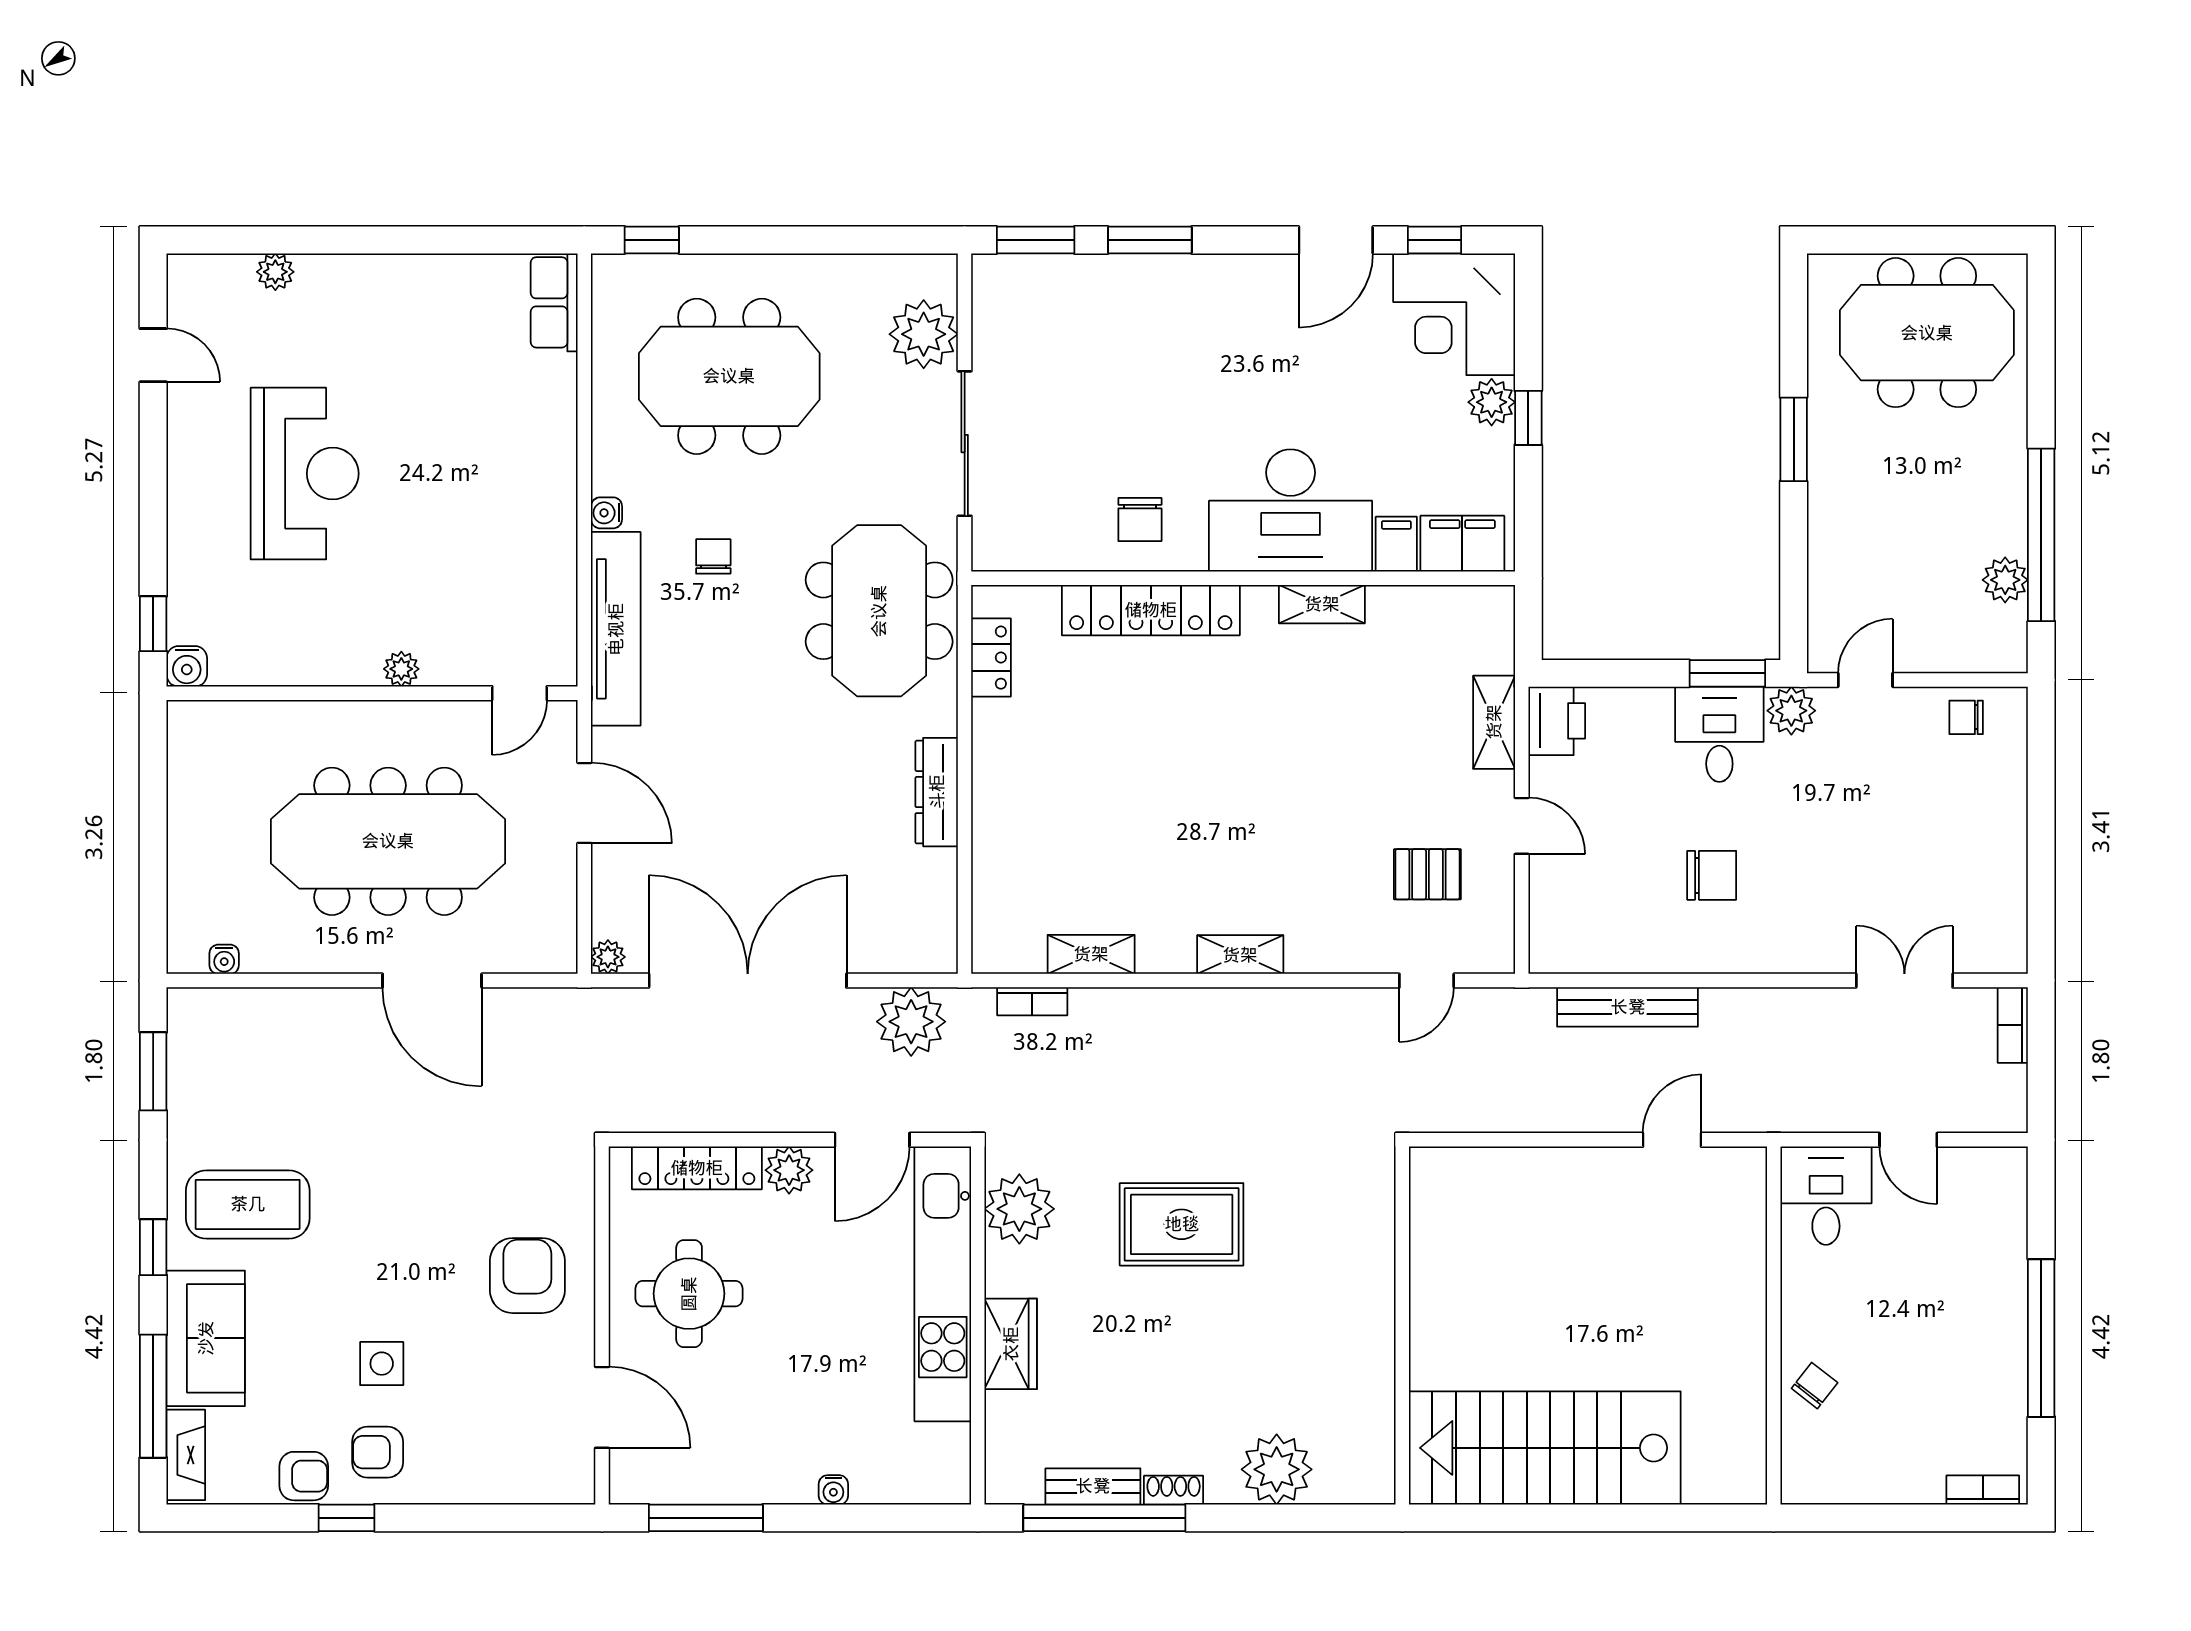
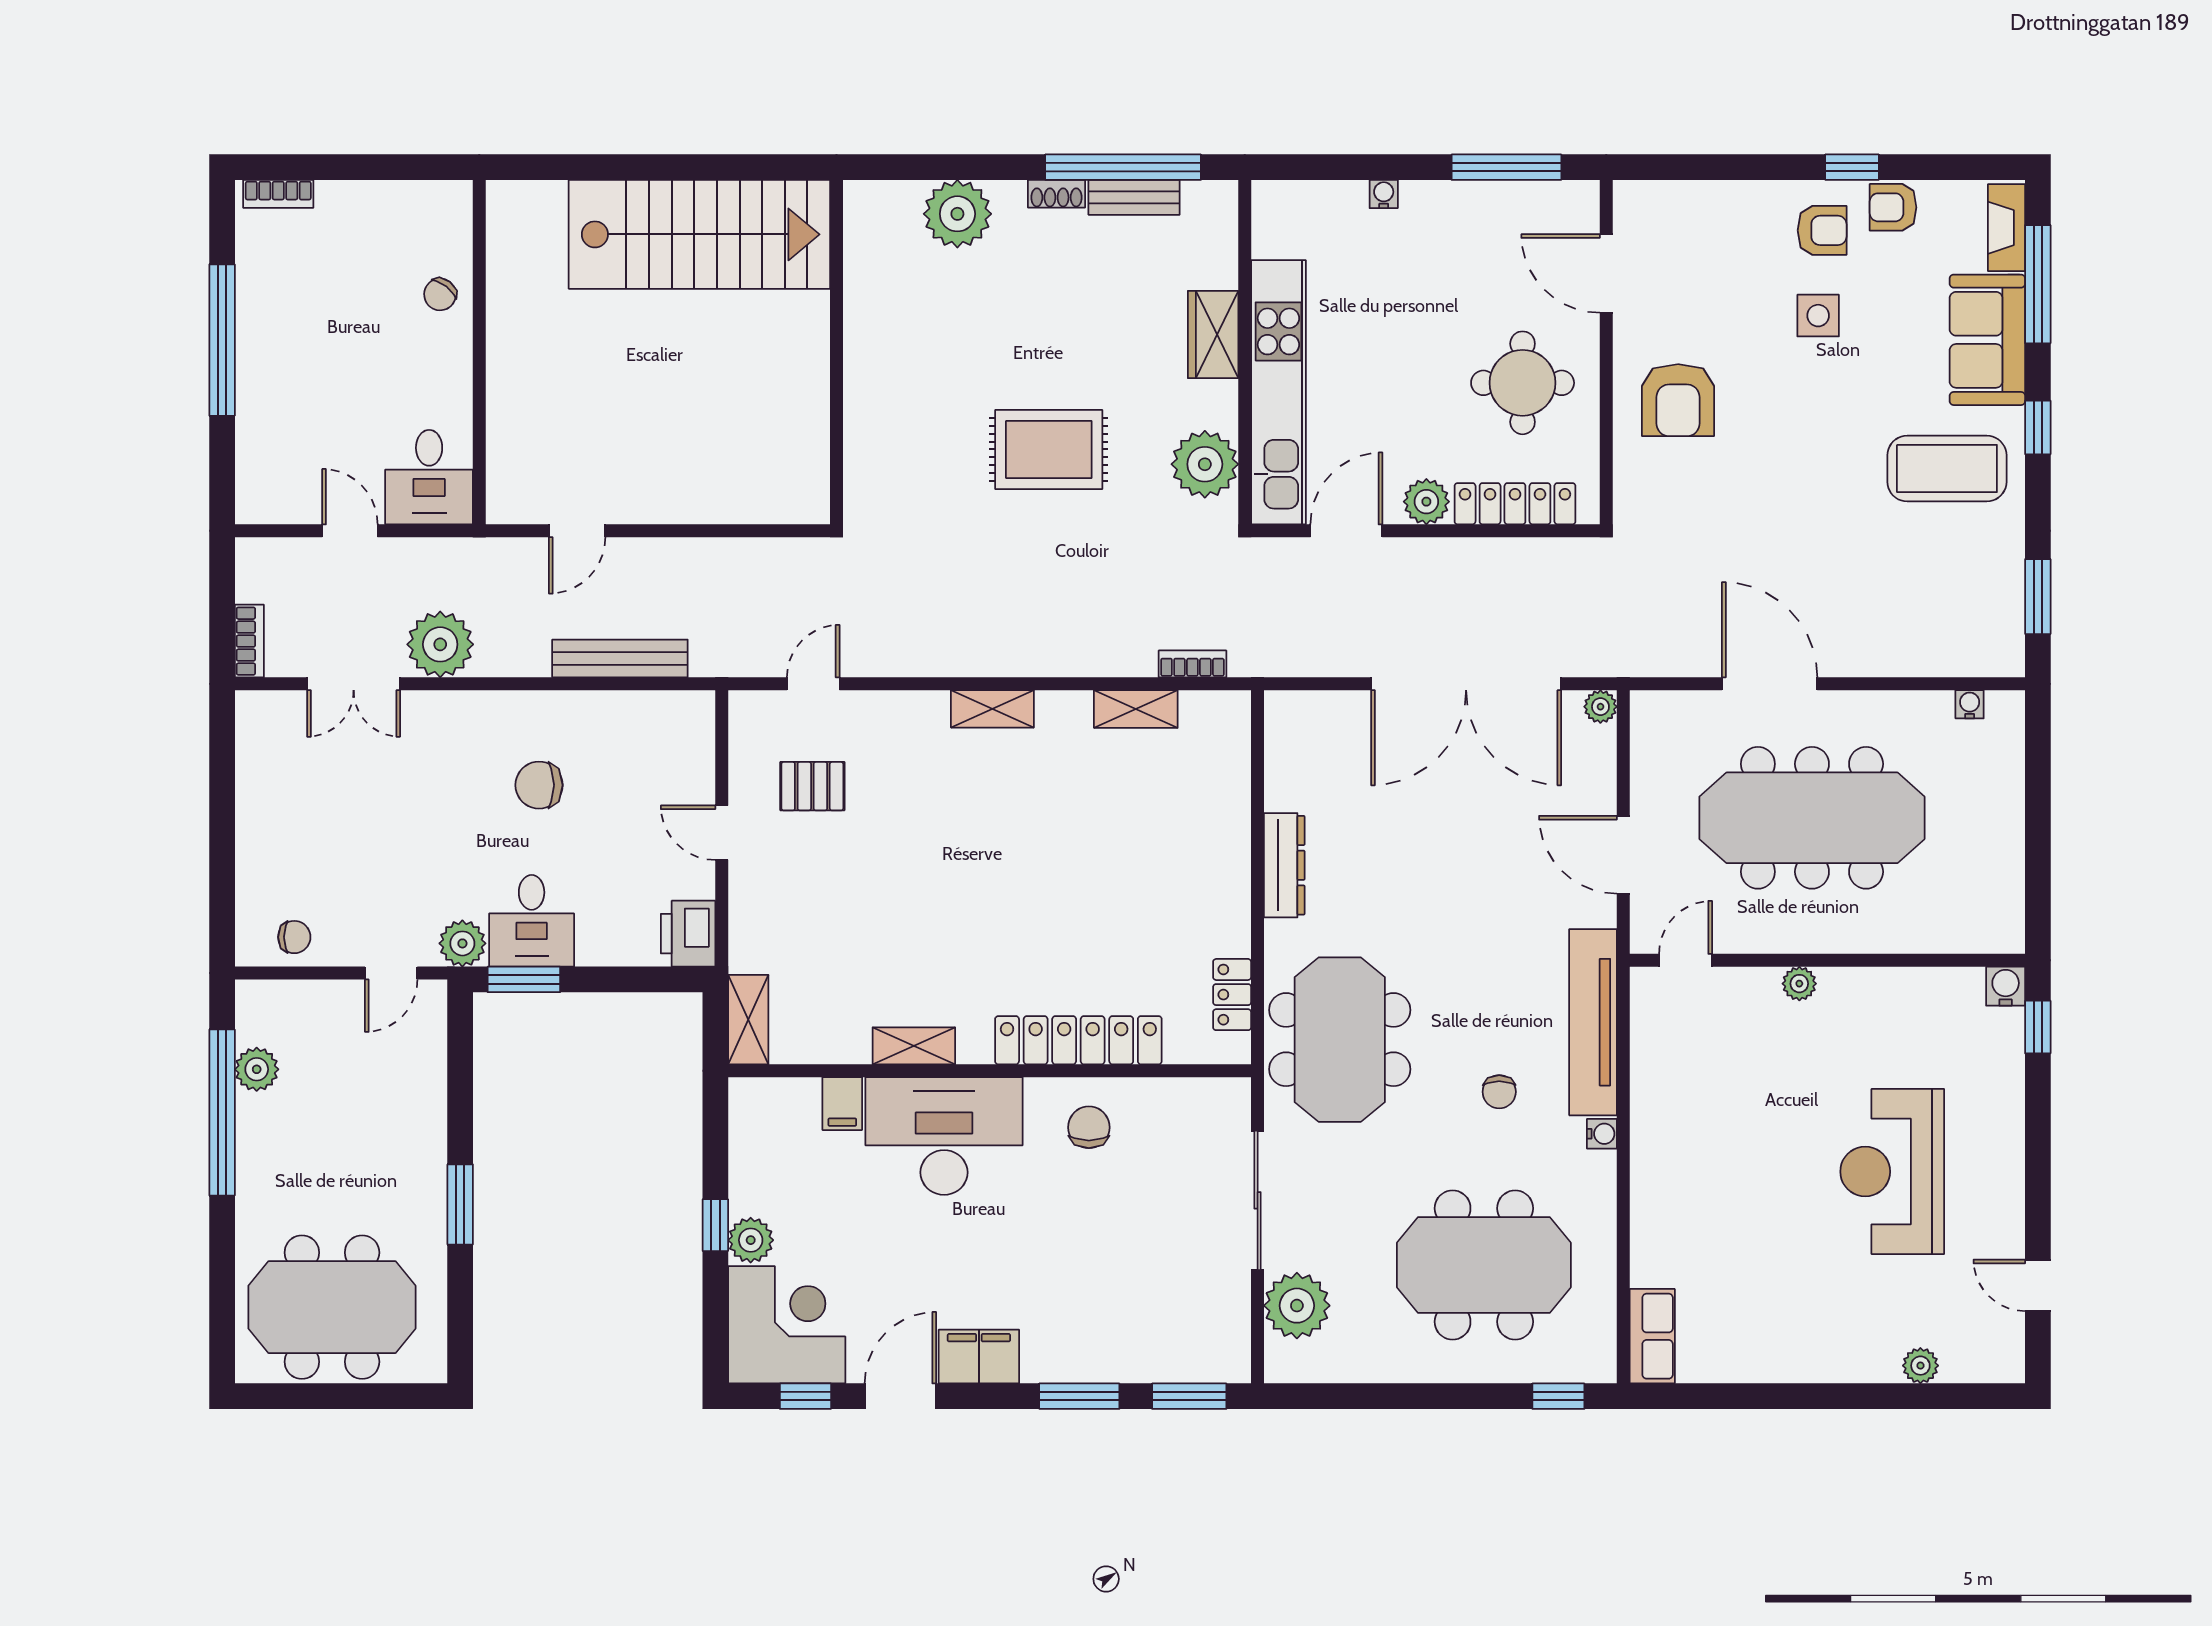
filing cabinet: (1462, 544) -> (979, 1357), moved, turned 180
shelving: (1494, 722) -> (748, 1020), moved
plant: (911, 1022) -> (440, 644), moved

